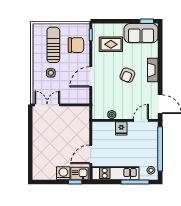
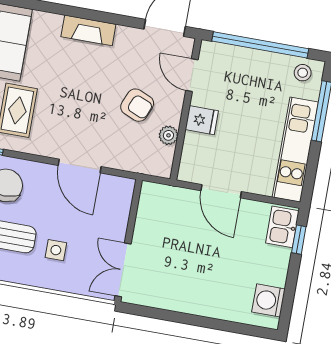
armchair: (127, 75) -> (137, 105), moved
door: (91, 154) -> (221, 191), moved
washing machine: (63, 173) -> (268, 300), moved

